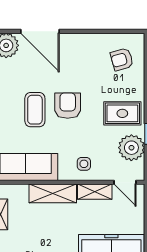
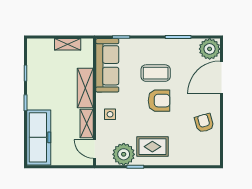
armchair: (122, 59) -> (204, 123), moved
rug: (122, 113) -> (152, 147), turned 90
door: (125, 182) -> (95, 149), hinge flipped

